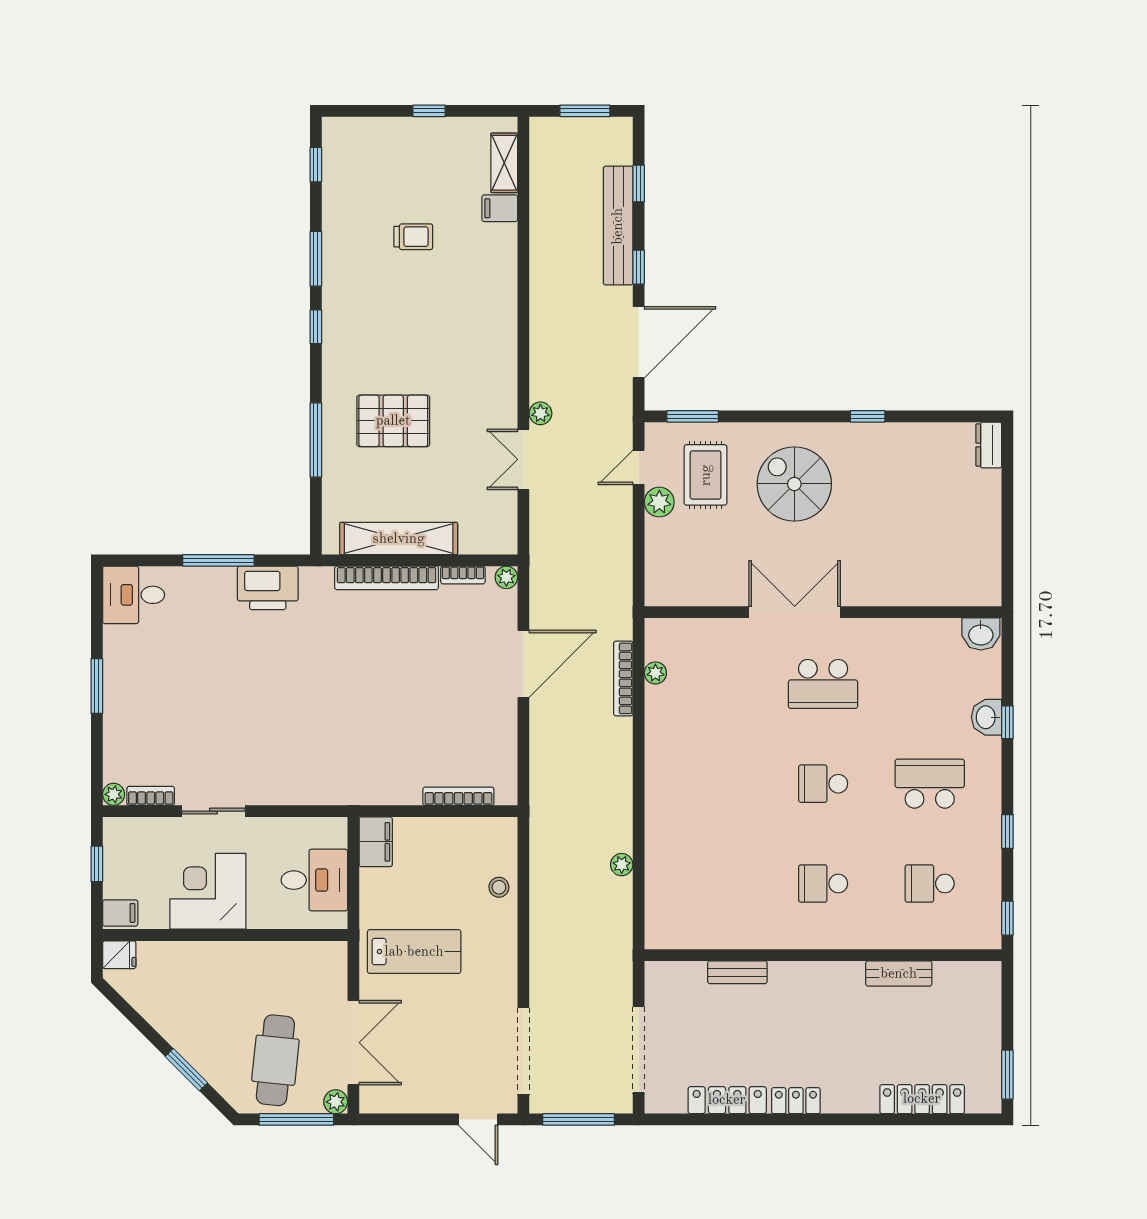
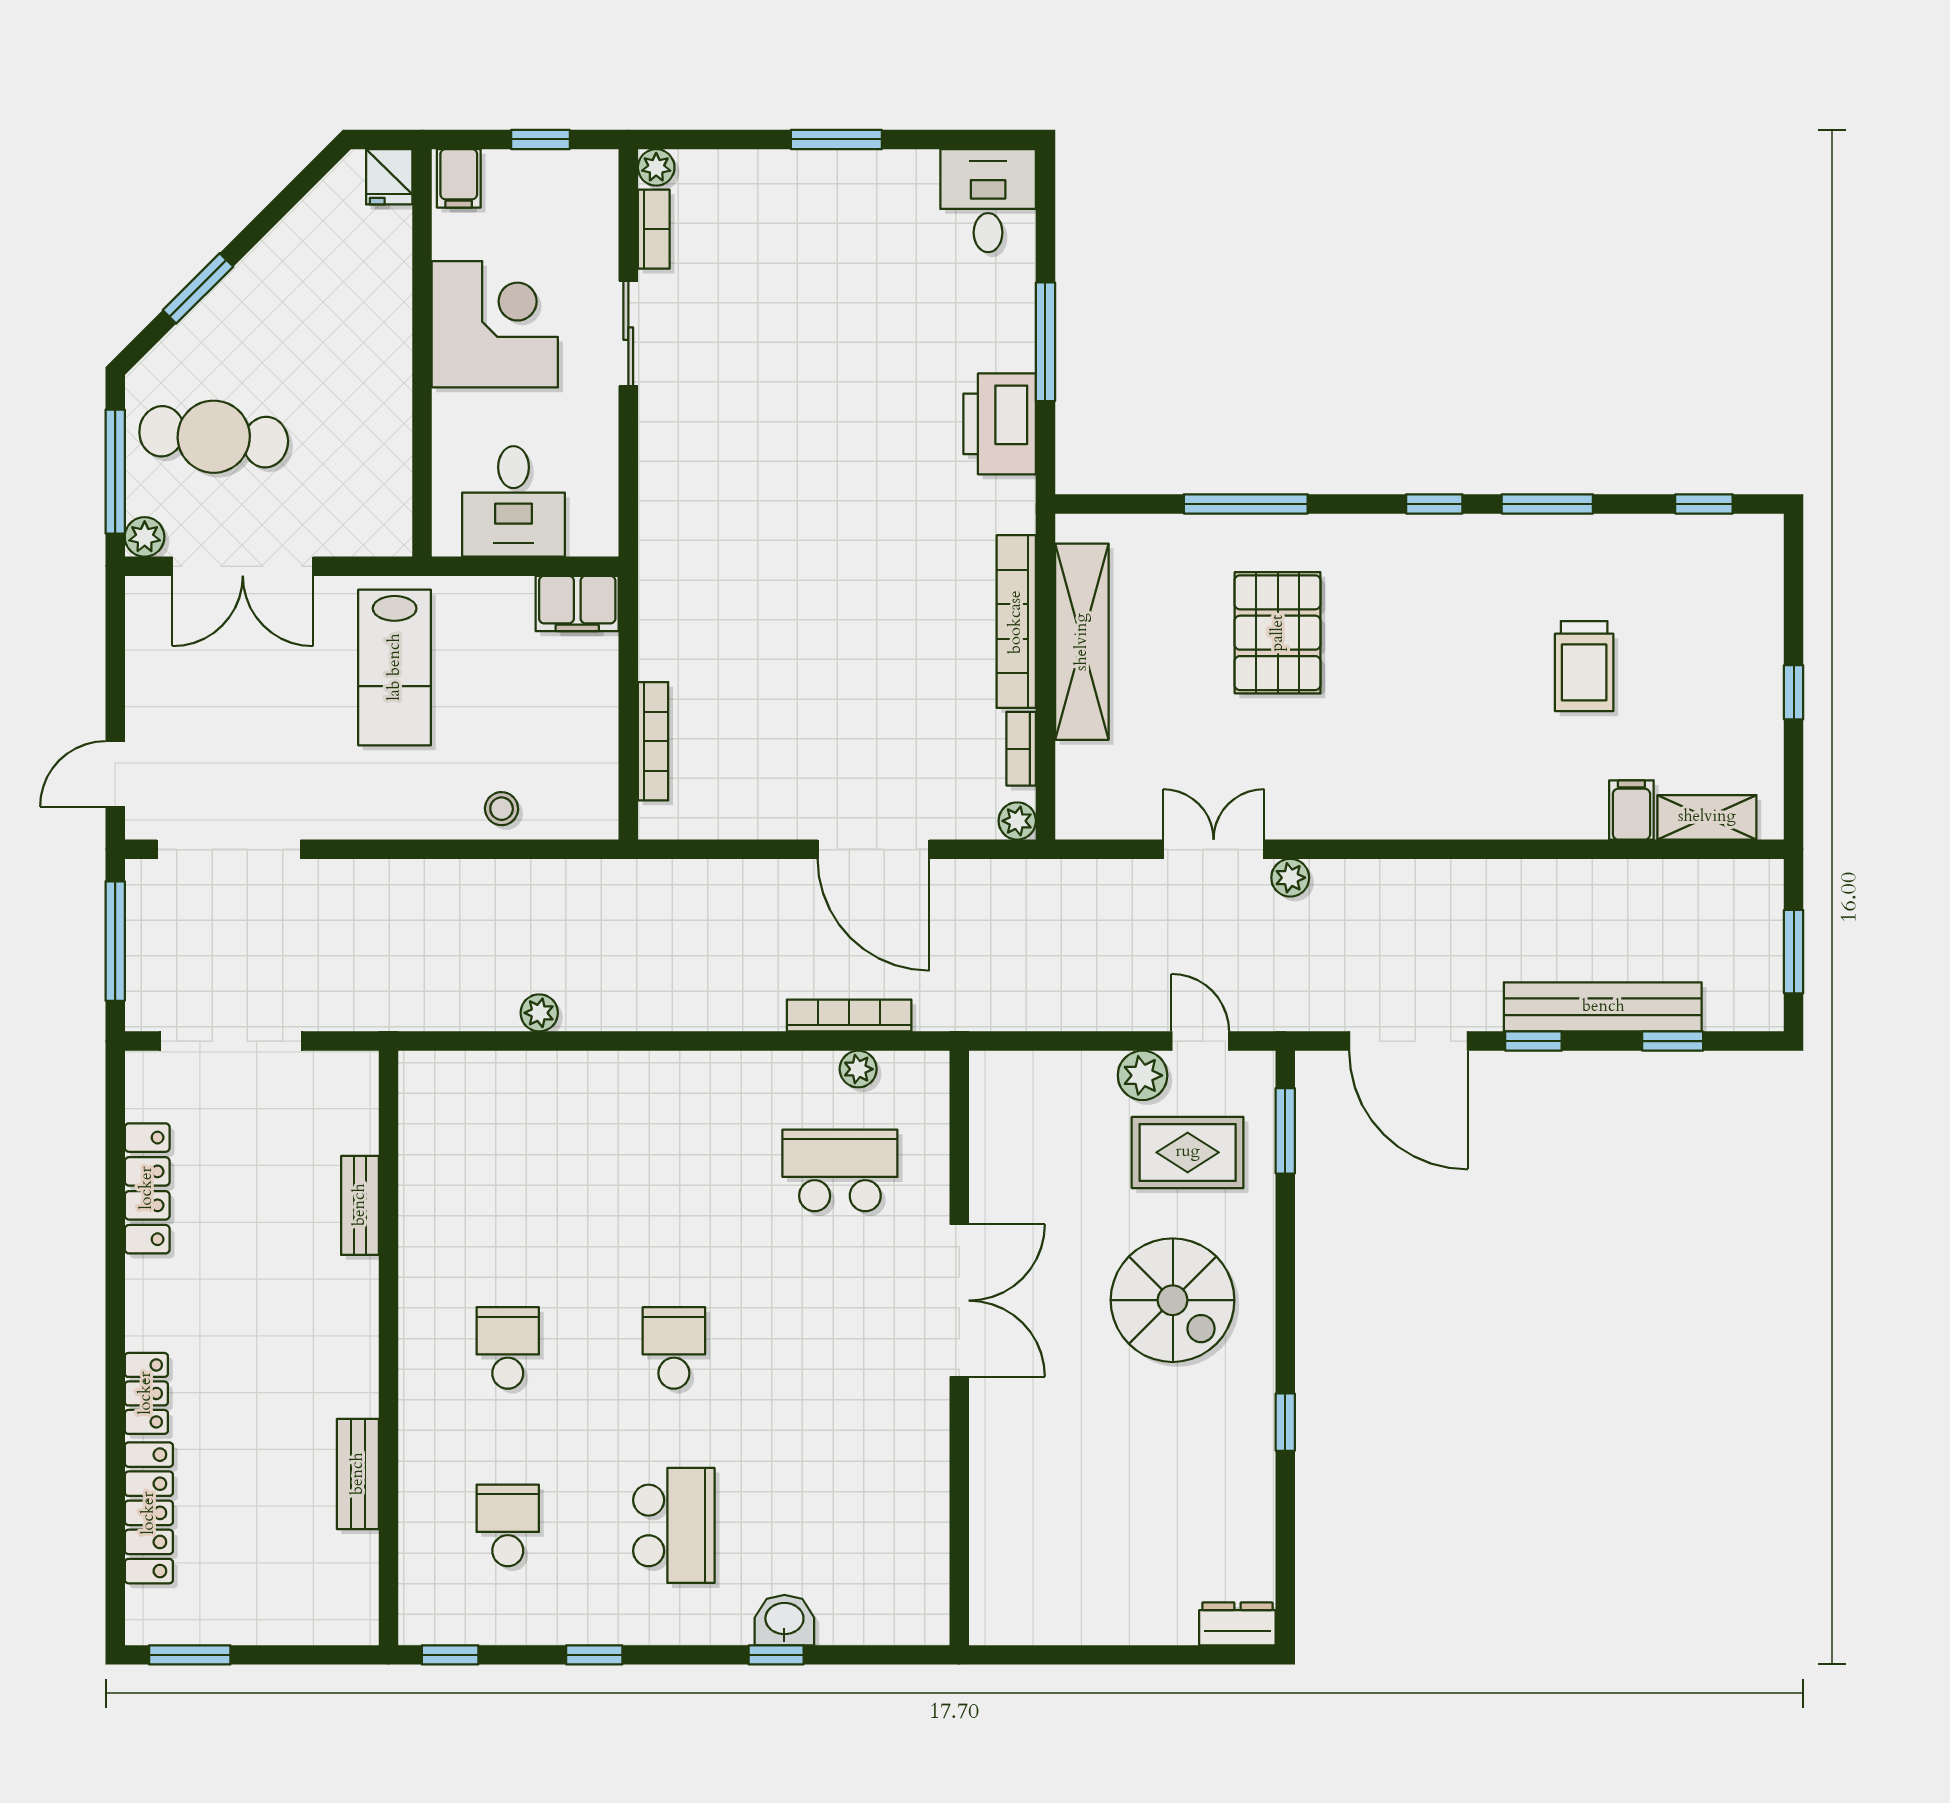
trolley: (413, 237) -> (1584, 666), width x1.36, depth x1.39
spiral stairs: (794, 484) -> (1173, 1300), turned 90
washbasin: (981, 634) -> (923, 1611), removed
school desk: (823, 684) -> (840, 1170), moved, turned 90
locker: (796, 1101) -> (146, 1393), moved

